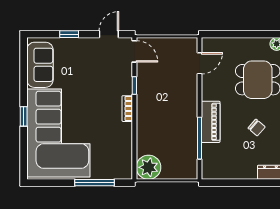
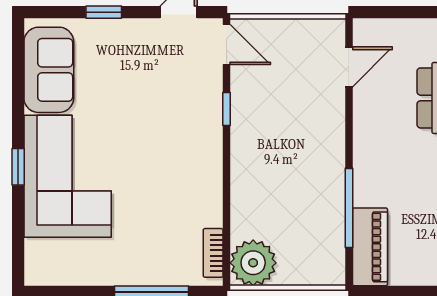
bookcase: (127, 109) -> (213, 253), moved
piano: (211, 122) -> (370, 247), moved
corner sofa: (58, 133) -> (68, 176), width x0.73, depth x0.74

